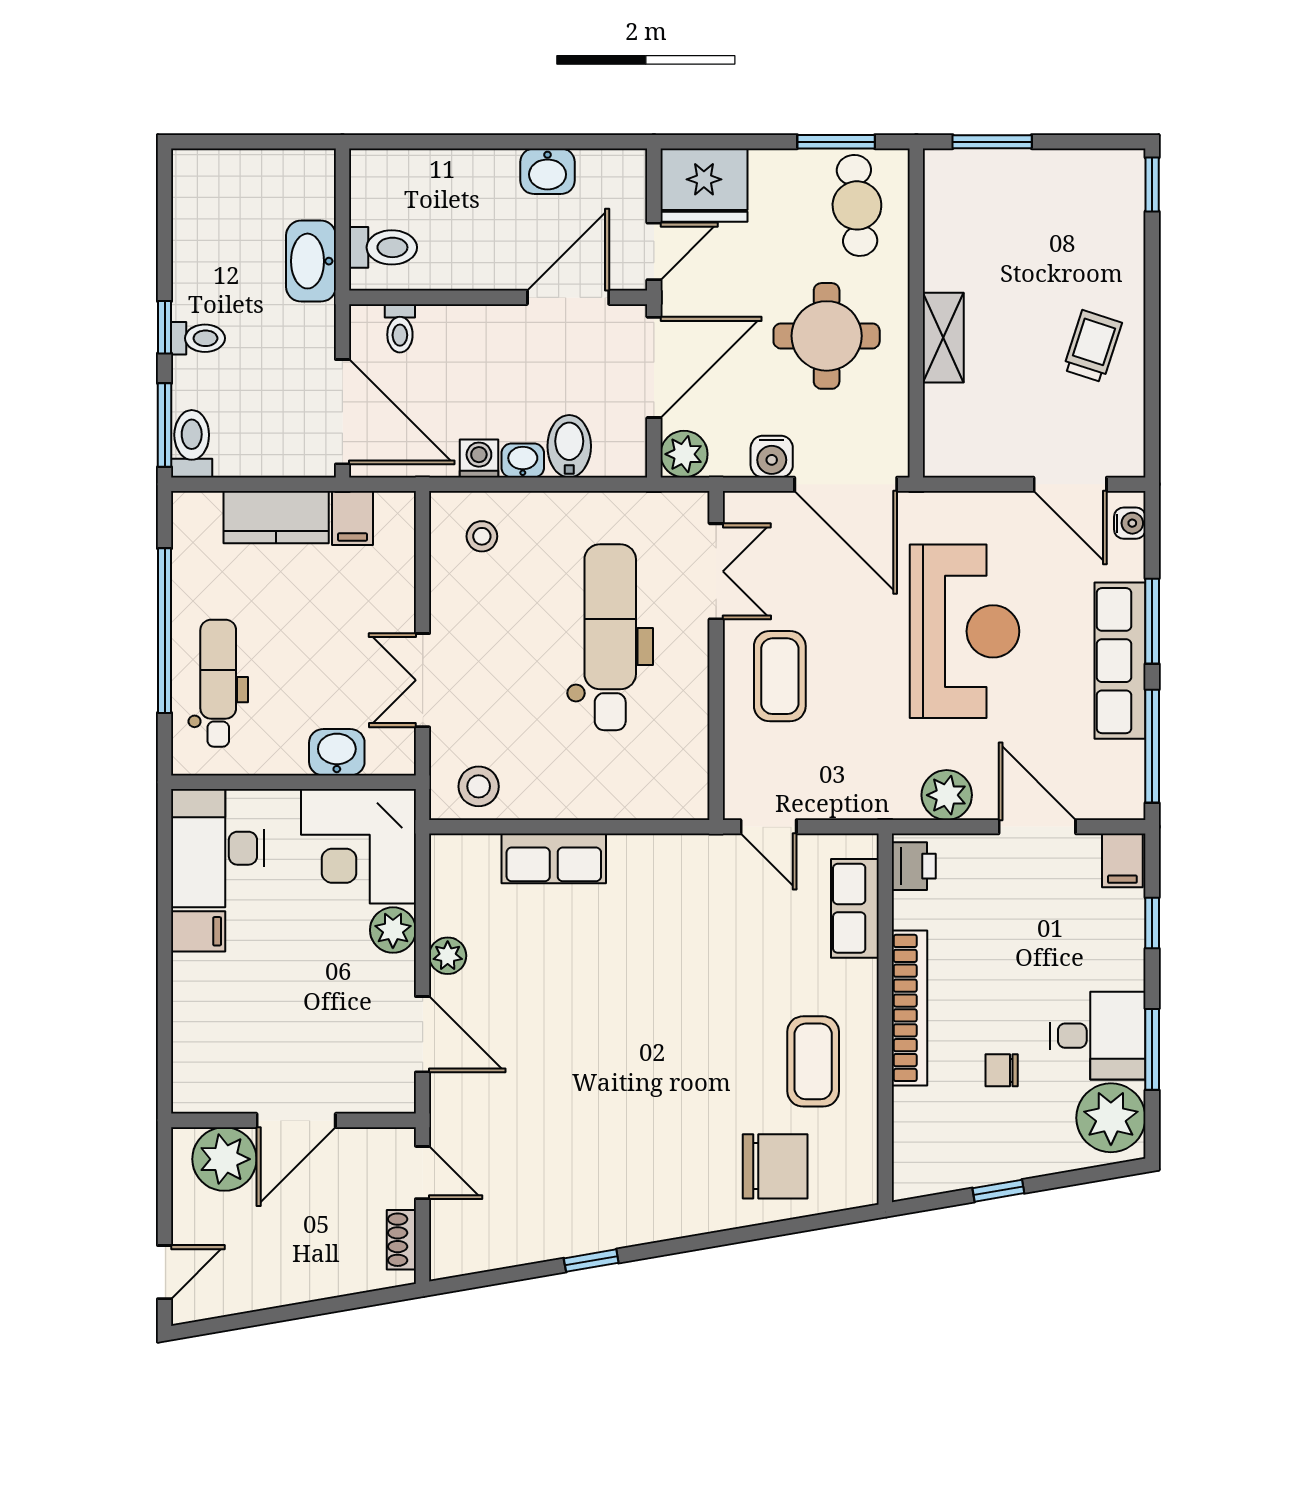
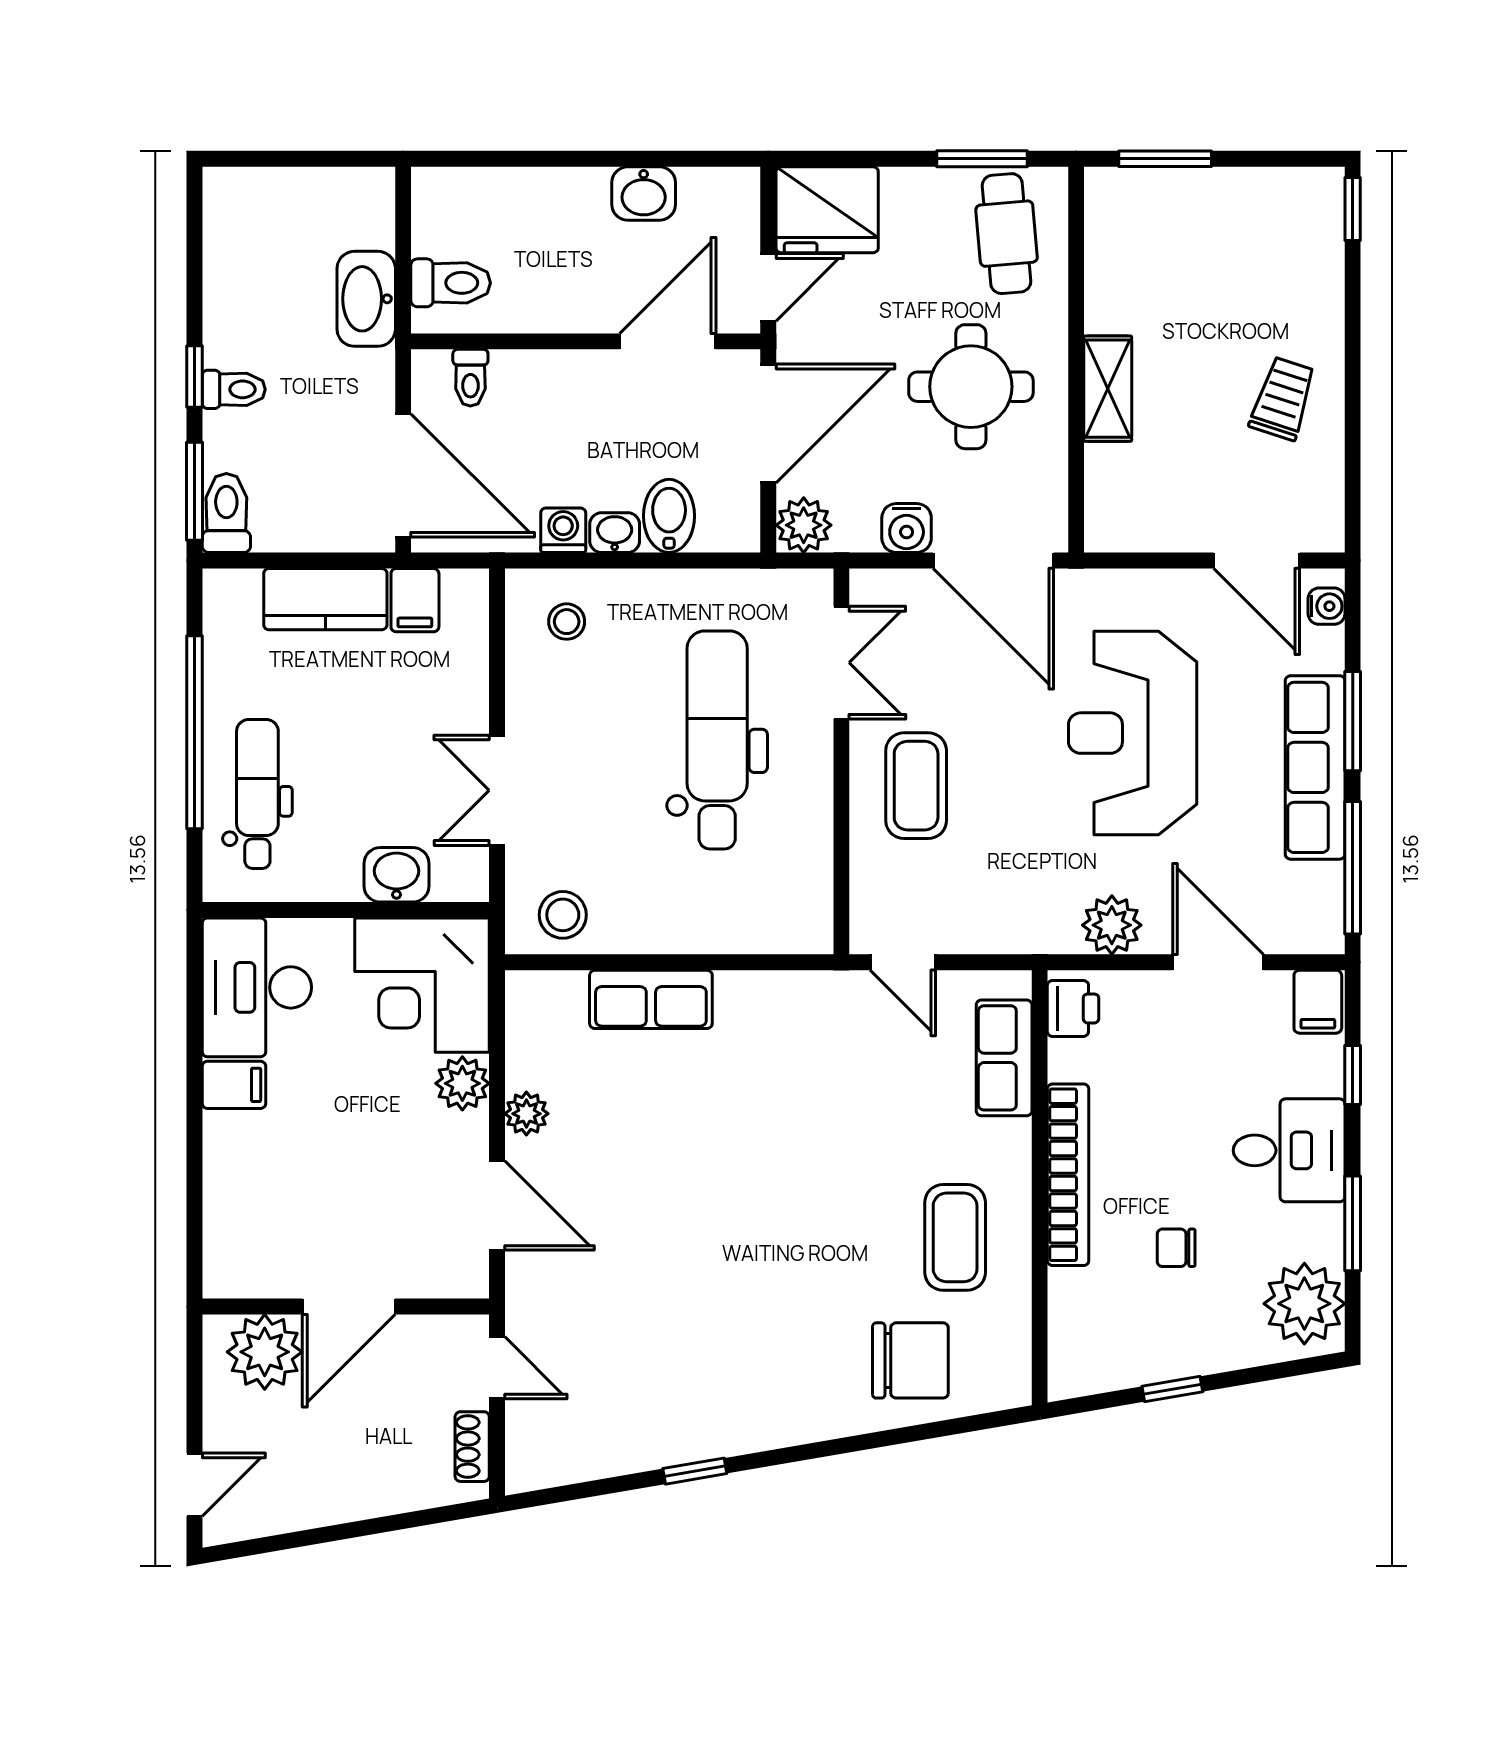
reception desk: (965, 631) -> (1133, 733), turned 180
desk: (1098, 1036) -> (1289, 1150), moved

